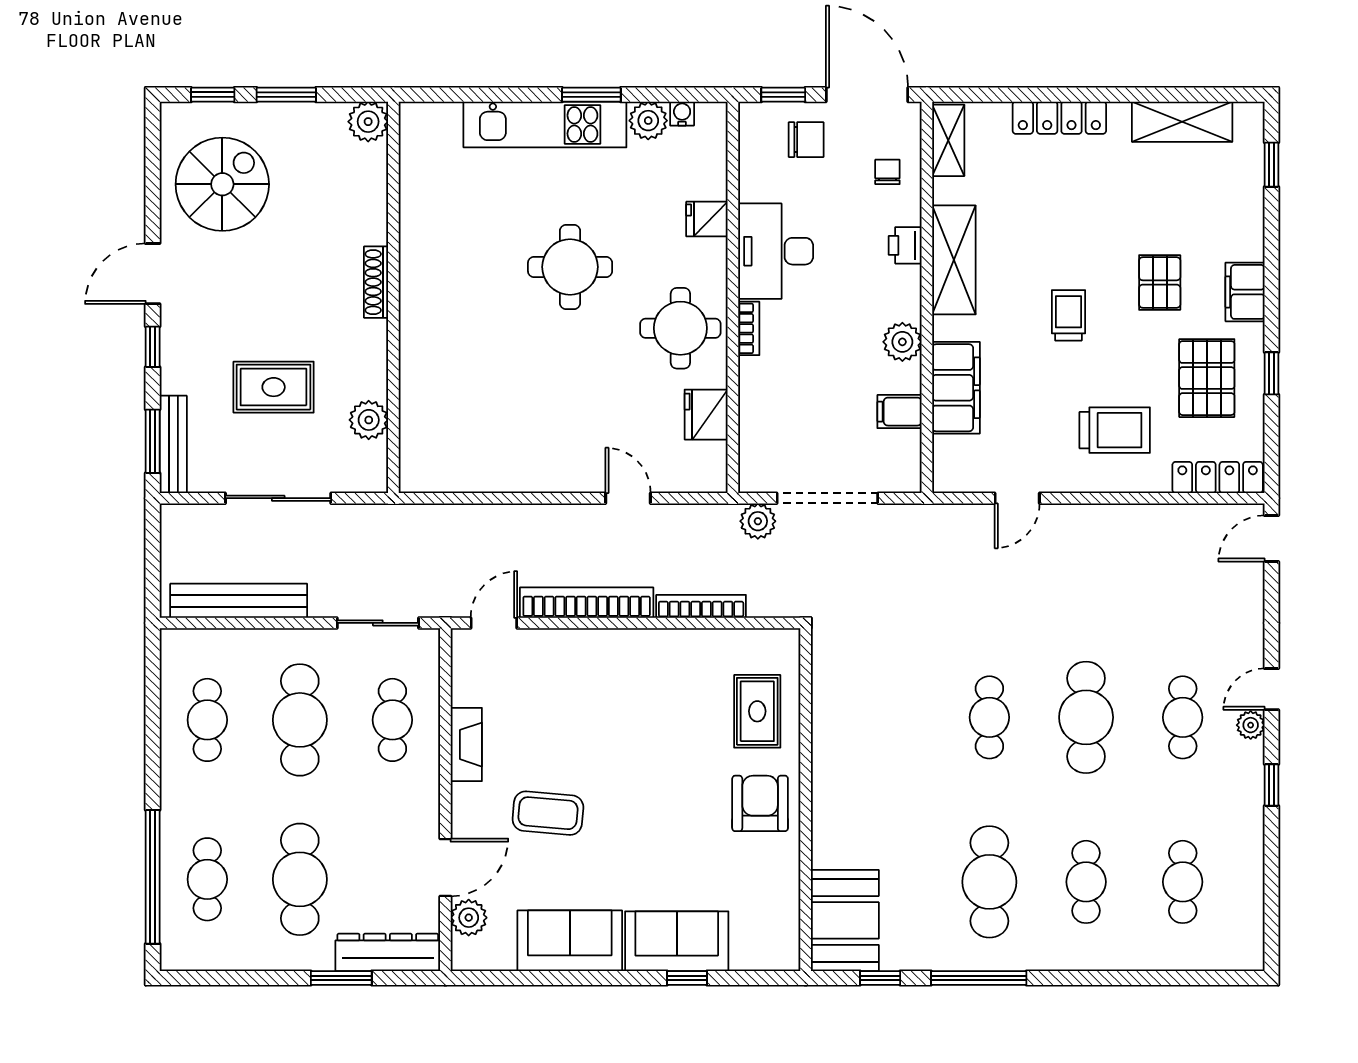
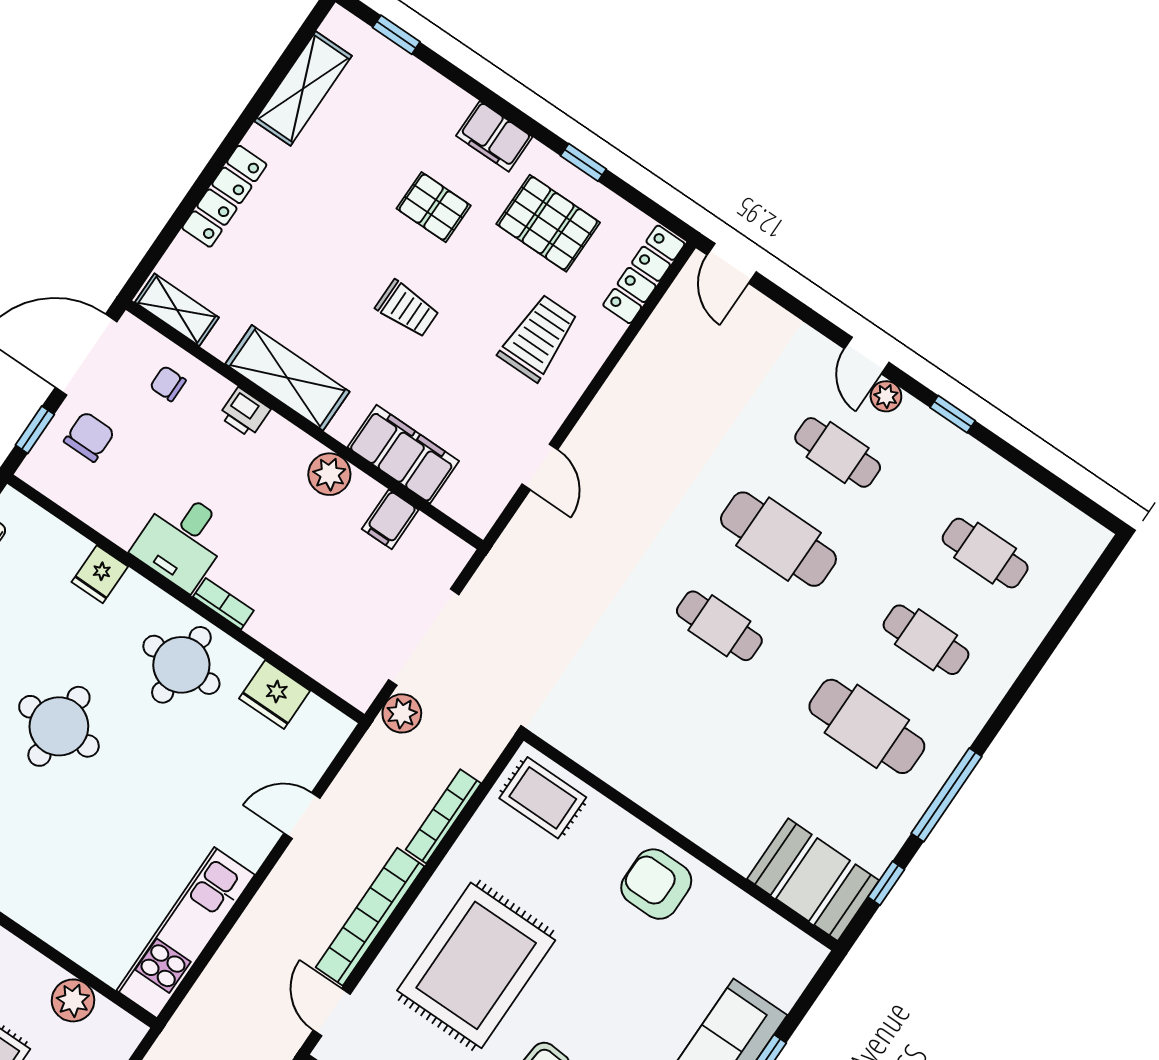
desk: (776, 251) -> (182, 540), width x0.73
trolley: (1068, 315) -> (407, 309), turned 180
kitchen unit: (479, 470) -> (186, 933), added
rug: (605, 709) -> (476, 965), added
rug: (757, 711) -> (543, 798), moved

